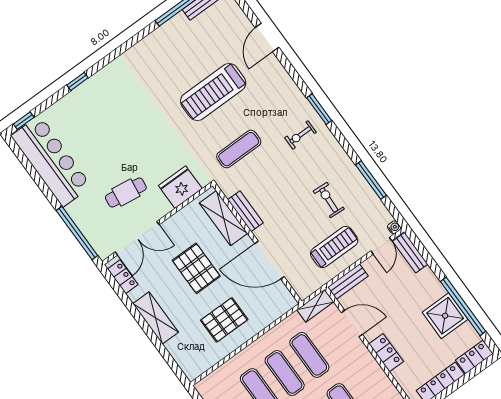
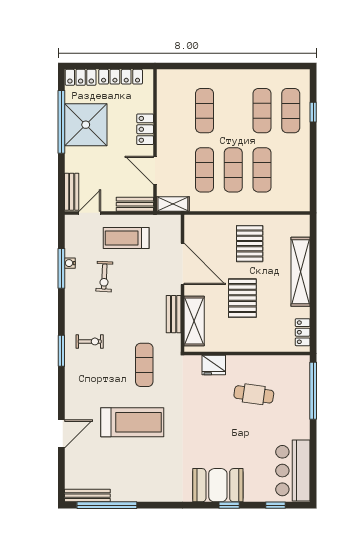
booth: (100, 92) -> (218, 485), added
window: (24, 121) -> (276, 505), moved
exercise mat: (239, 149) -> (144, 365), turned 90
bar counter: (51, 161) -> (293, 471), width x0.73
fridge: (180, 187) -> (214, 365), width x0.73, depth x0.75
water cooler: (394, 227) -> (70, 263), moved
double door: (137, 238) -> (271, 353), removed
shower: (445, 316) -> (86, 125), width x1.37, depth x1.37
shelving: (156, 318) -> (301, 272), width x1.47
pallet: (224, 320) -> (250, 244), turned 90

